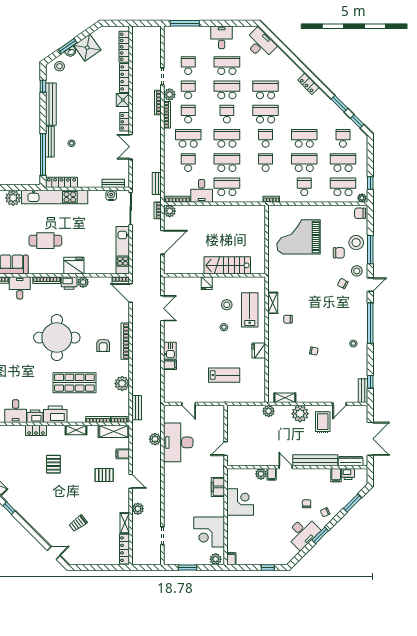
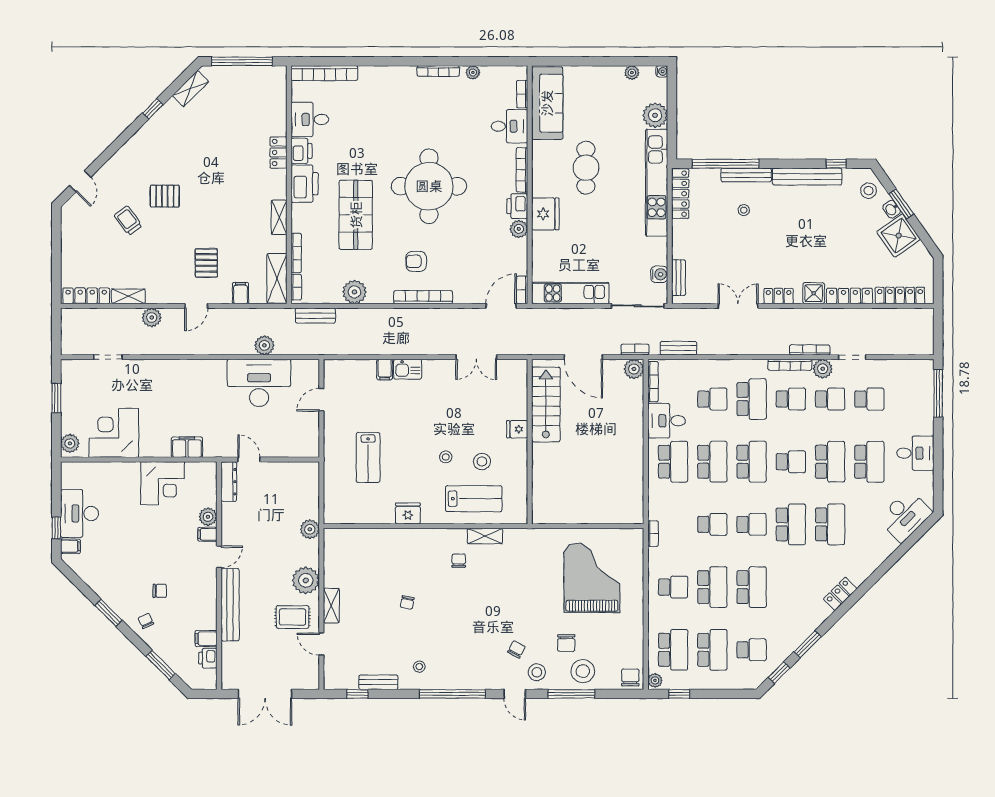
stairs: (227, 265) -> (546, 405), moved
bench: (363, 391) -> (378, 682), moved
shelving: (285, 398) -> (331, 606), moved
dresser: (351, 461) -> (229, 482), moved
pallet: (53, 464) -> (165, 196), moved
desk: (303, 533) -> (79, 513), moved, turned 45
filing cabinet: (231, 559) -> (70, 546), moved

